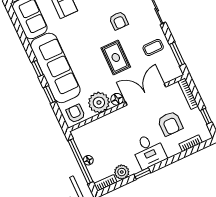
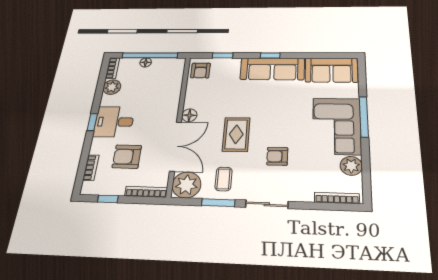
window: (177, 54) -> (218, 203), moved
rug: (116, 57) -> (236, 134), turned 90
sofa: (55, 68) -> (272, 69), width x0.74, depth x0.79
window: (49, 94) -> (223, 55), moved
plant: (99, 103) -> (186, 185), moved
armchair: (76, 114) -> (200, 71), turned 90
window: (142, 173) -> (92, 122), moved

